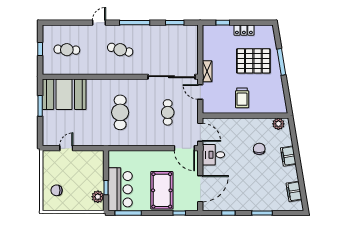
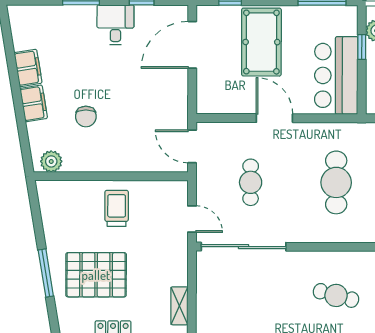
shelving: (207, 71) -> (179, 306), moved
door: (184, 148) -> (274, 118), moved
desk: (213, 155) -> (115, 25), moved, turned -90
bar counter: (120, 189) -> (336, 75), moved
filing cabinet: (294, 191) -> (28, 68), moved

